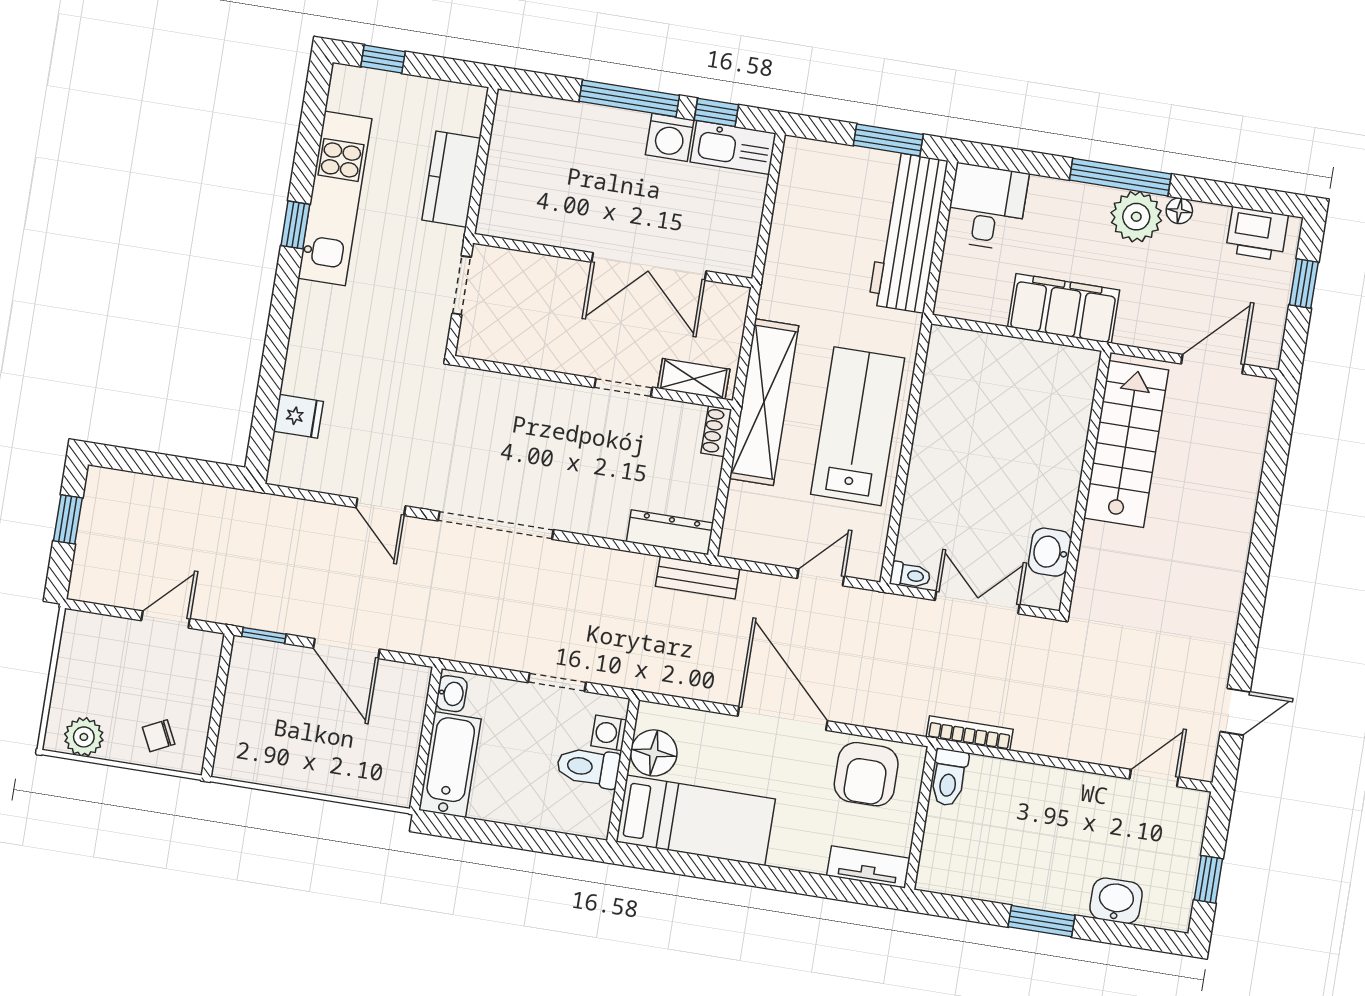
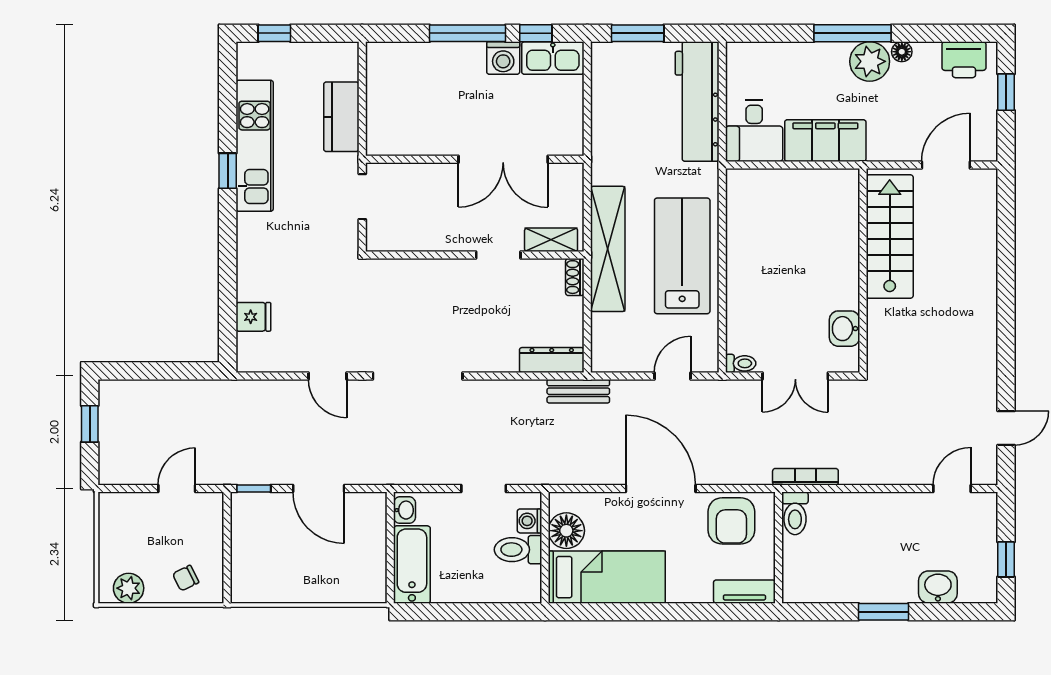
window: (888, 140) -> (638, 33), moved
desk: (987, 207) -> (754, 131), moved, turned 180
double door: (977, 602) -> (795, 376), swing flipped

